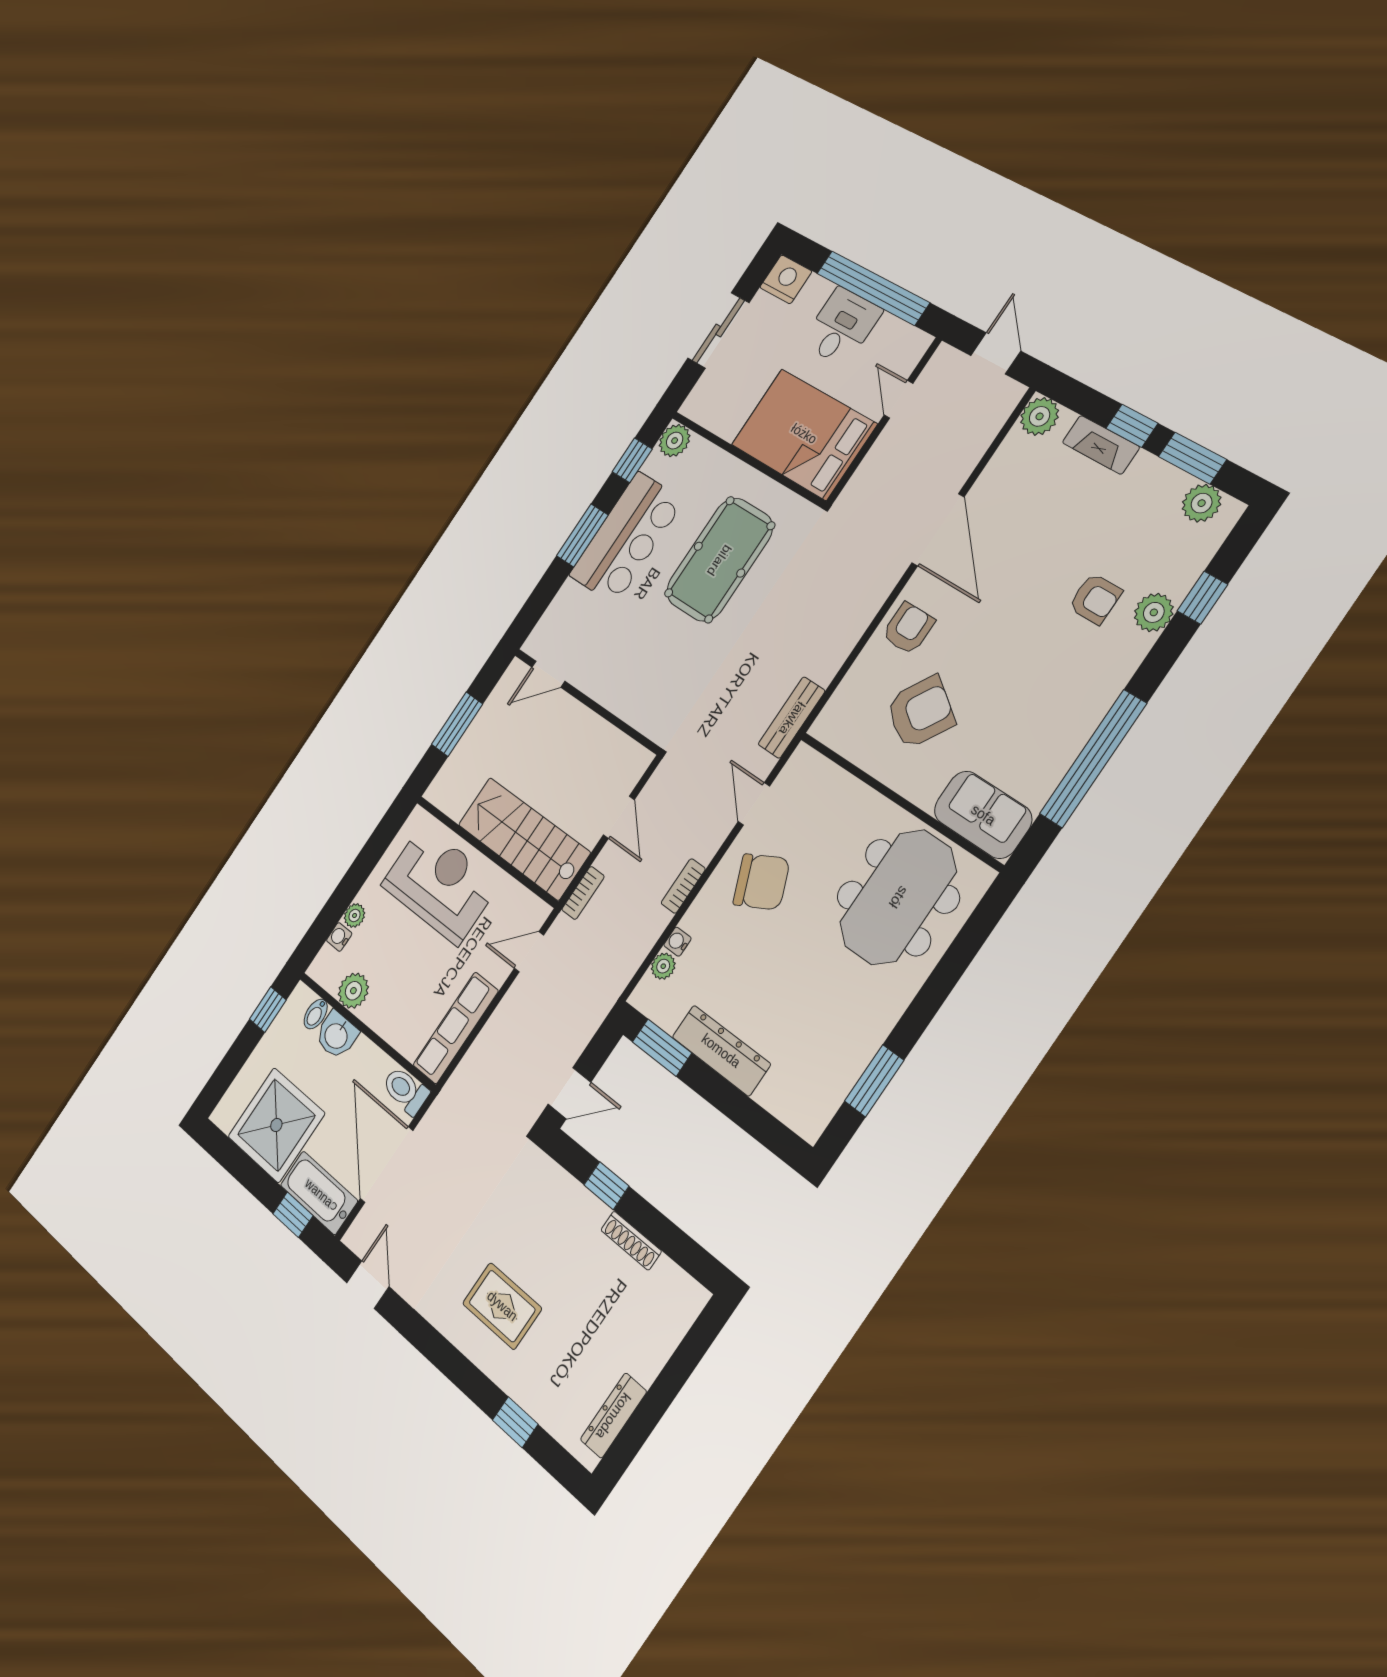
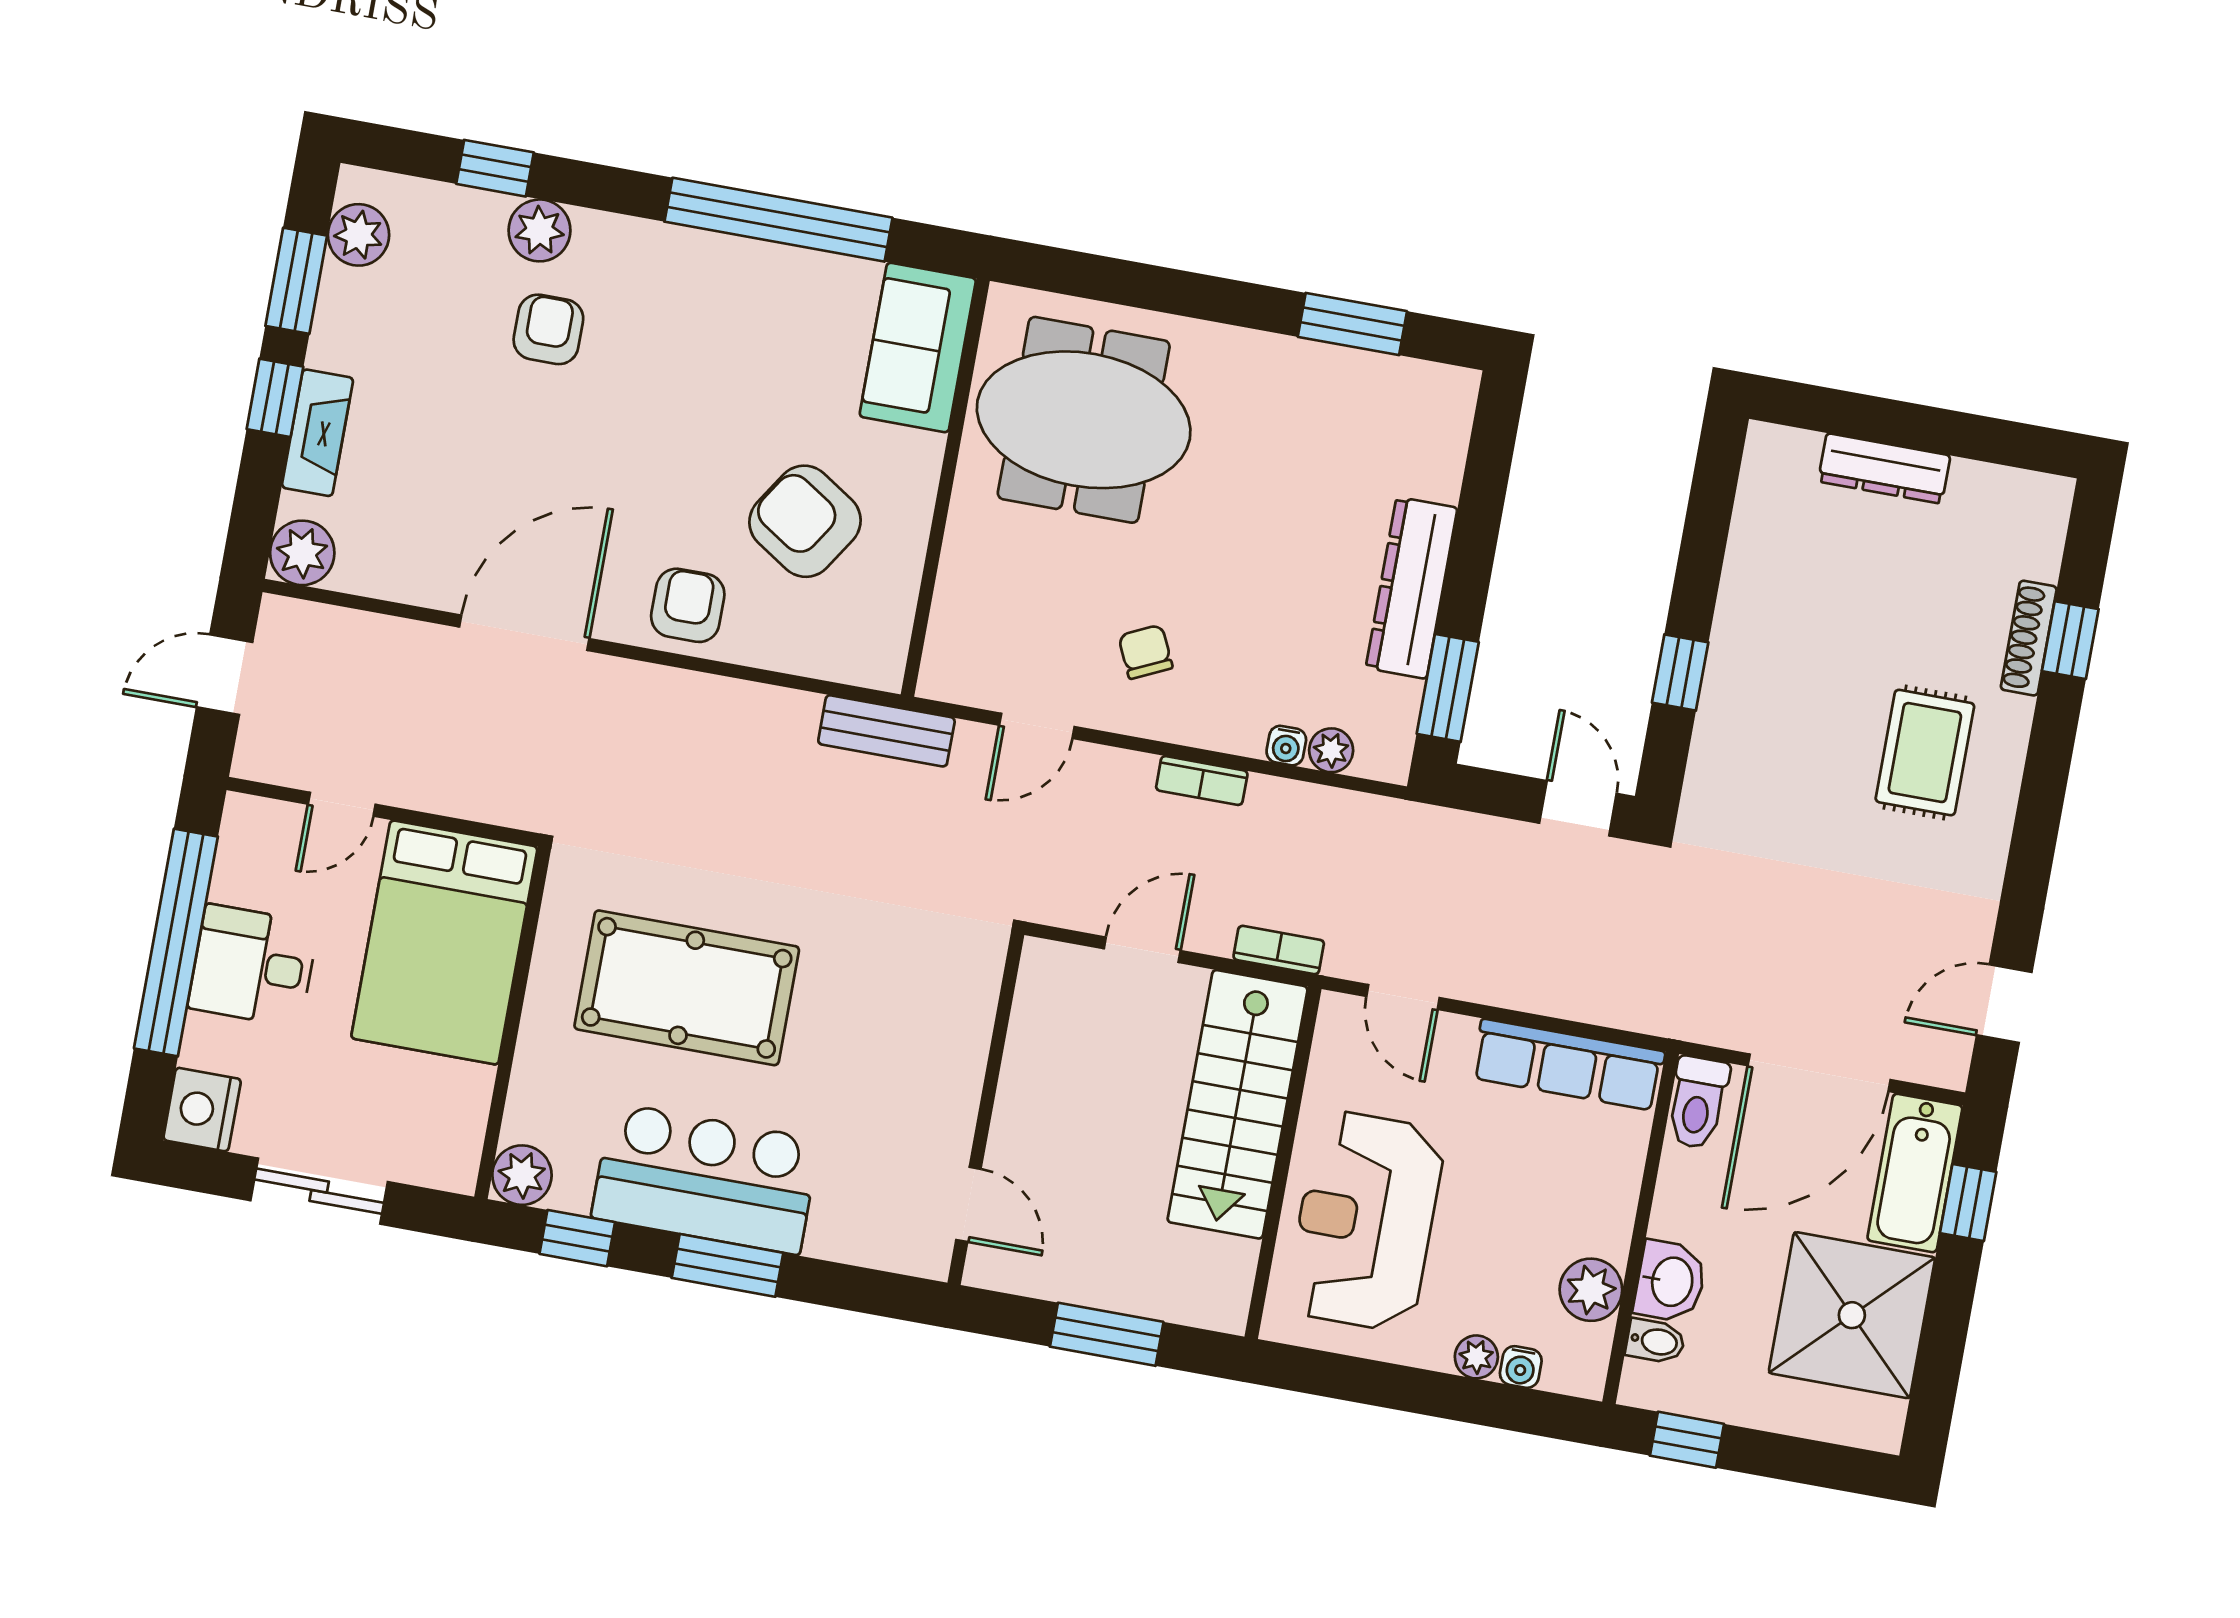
armchair: (908, 628) -> (688, 605), turned 90
chair: (761, 882) -> (1146, 652), width x0.54, depth x0.54
shoe rack: (631, 1241) -> (2029, 638), moved, turned 180
dresser: (613, 1416) -> (1884, 468), moved

